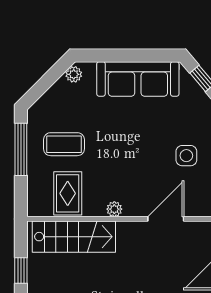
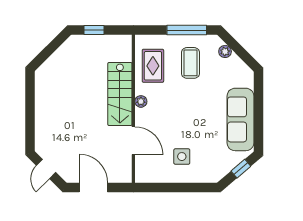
plant: (74, 74) -> (225, 51), moved
rug: (68, 193) -> (153, 66), turned 90
stairs: (74, 237) -> (120, 94), moved

